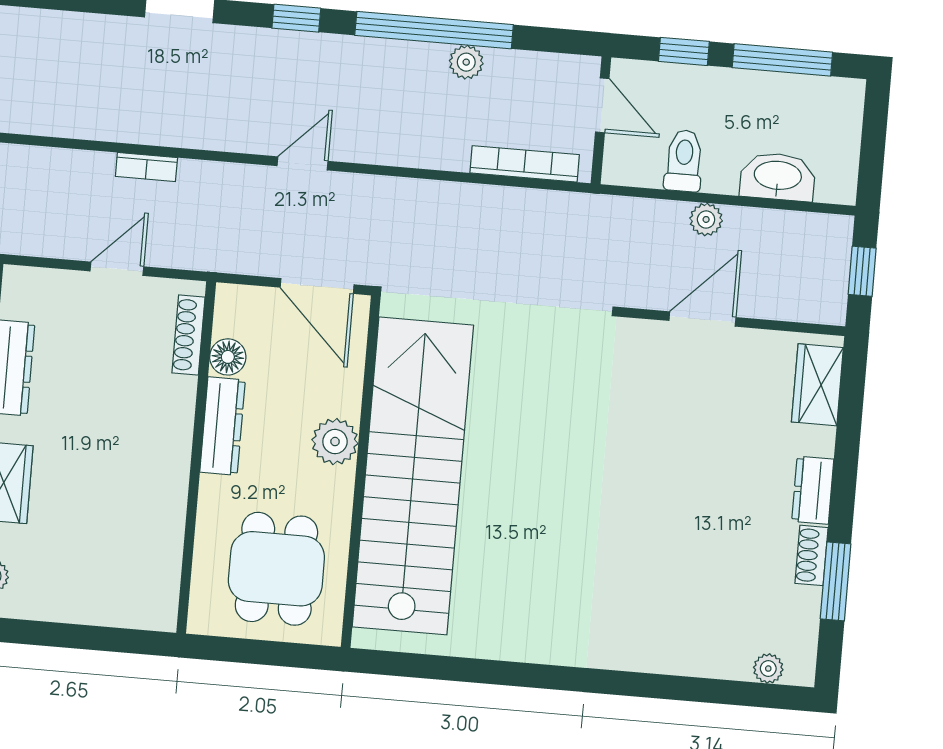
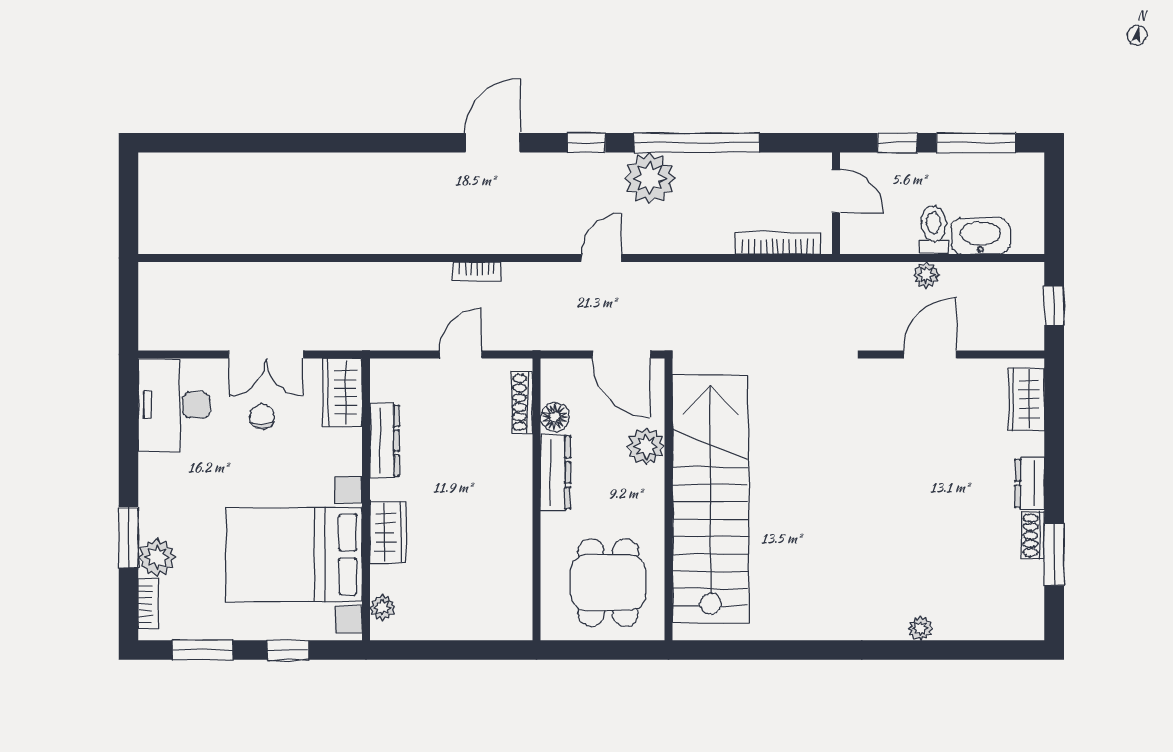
plant: (466, 62) -> (650, 178), moved, width x1.87, depth x1.87
toilet: (684, 161) -> (934, 230), moved
plant: (335, 442) -> (646, 446), moved
plant: (768, 669) -> (920, 628), moved

